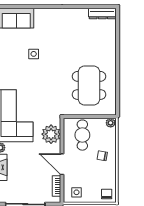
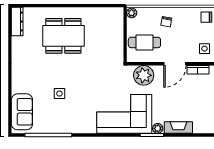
dining table: (89, 85) -> (63, 36), moved

